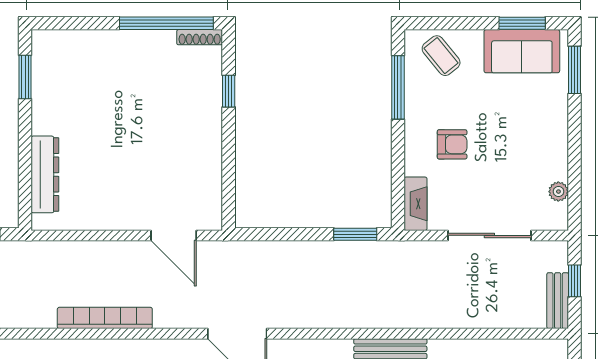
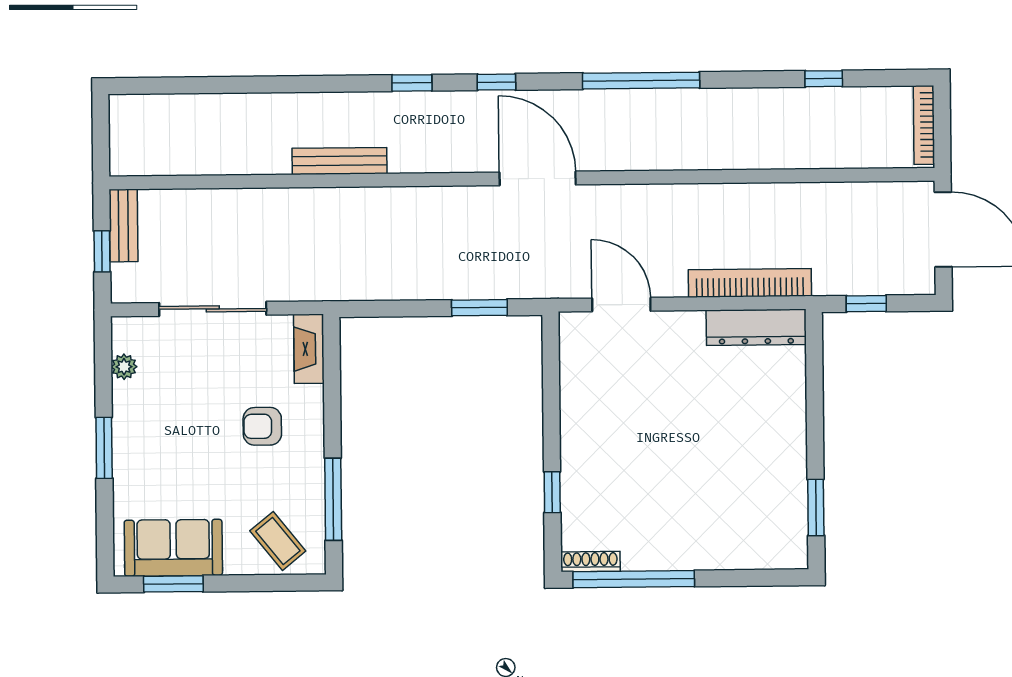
window: (575, 70) -> (104, 448), moved
dresser: (45, 174) -> (756, 327), moved, turned -90
window: (355, 234) -> (479, 308), moved
bookcase: (105, 318) -> (750, 283), moved, turned 180

